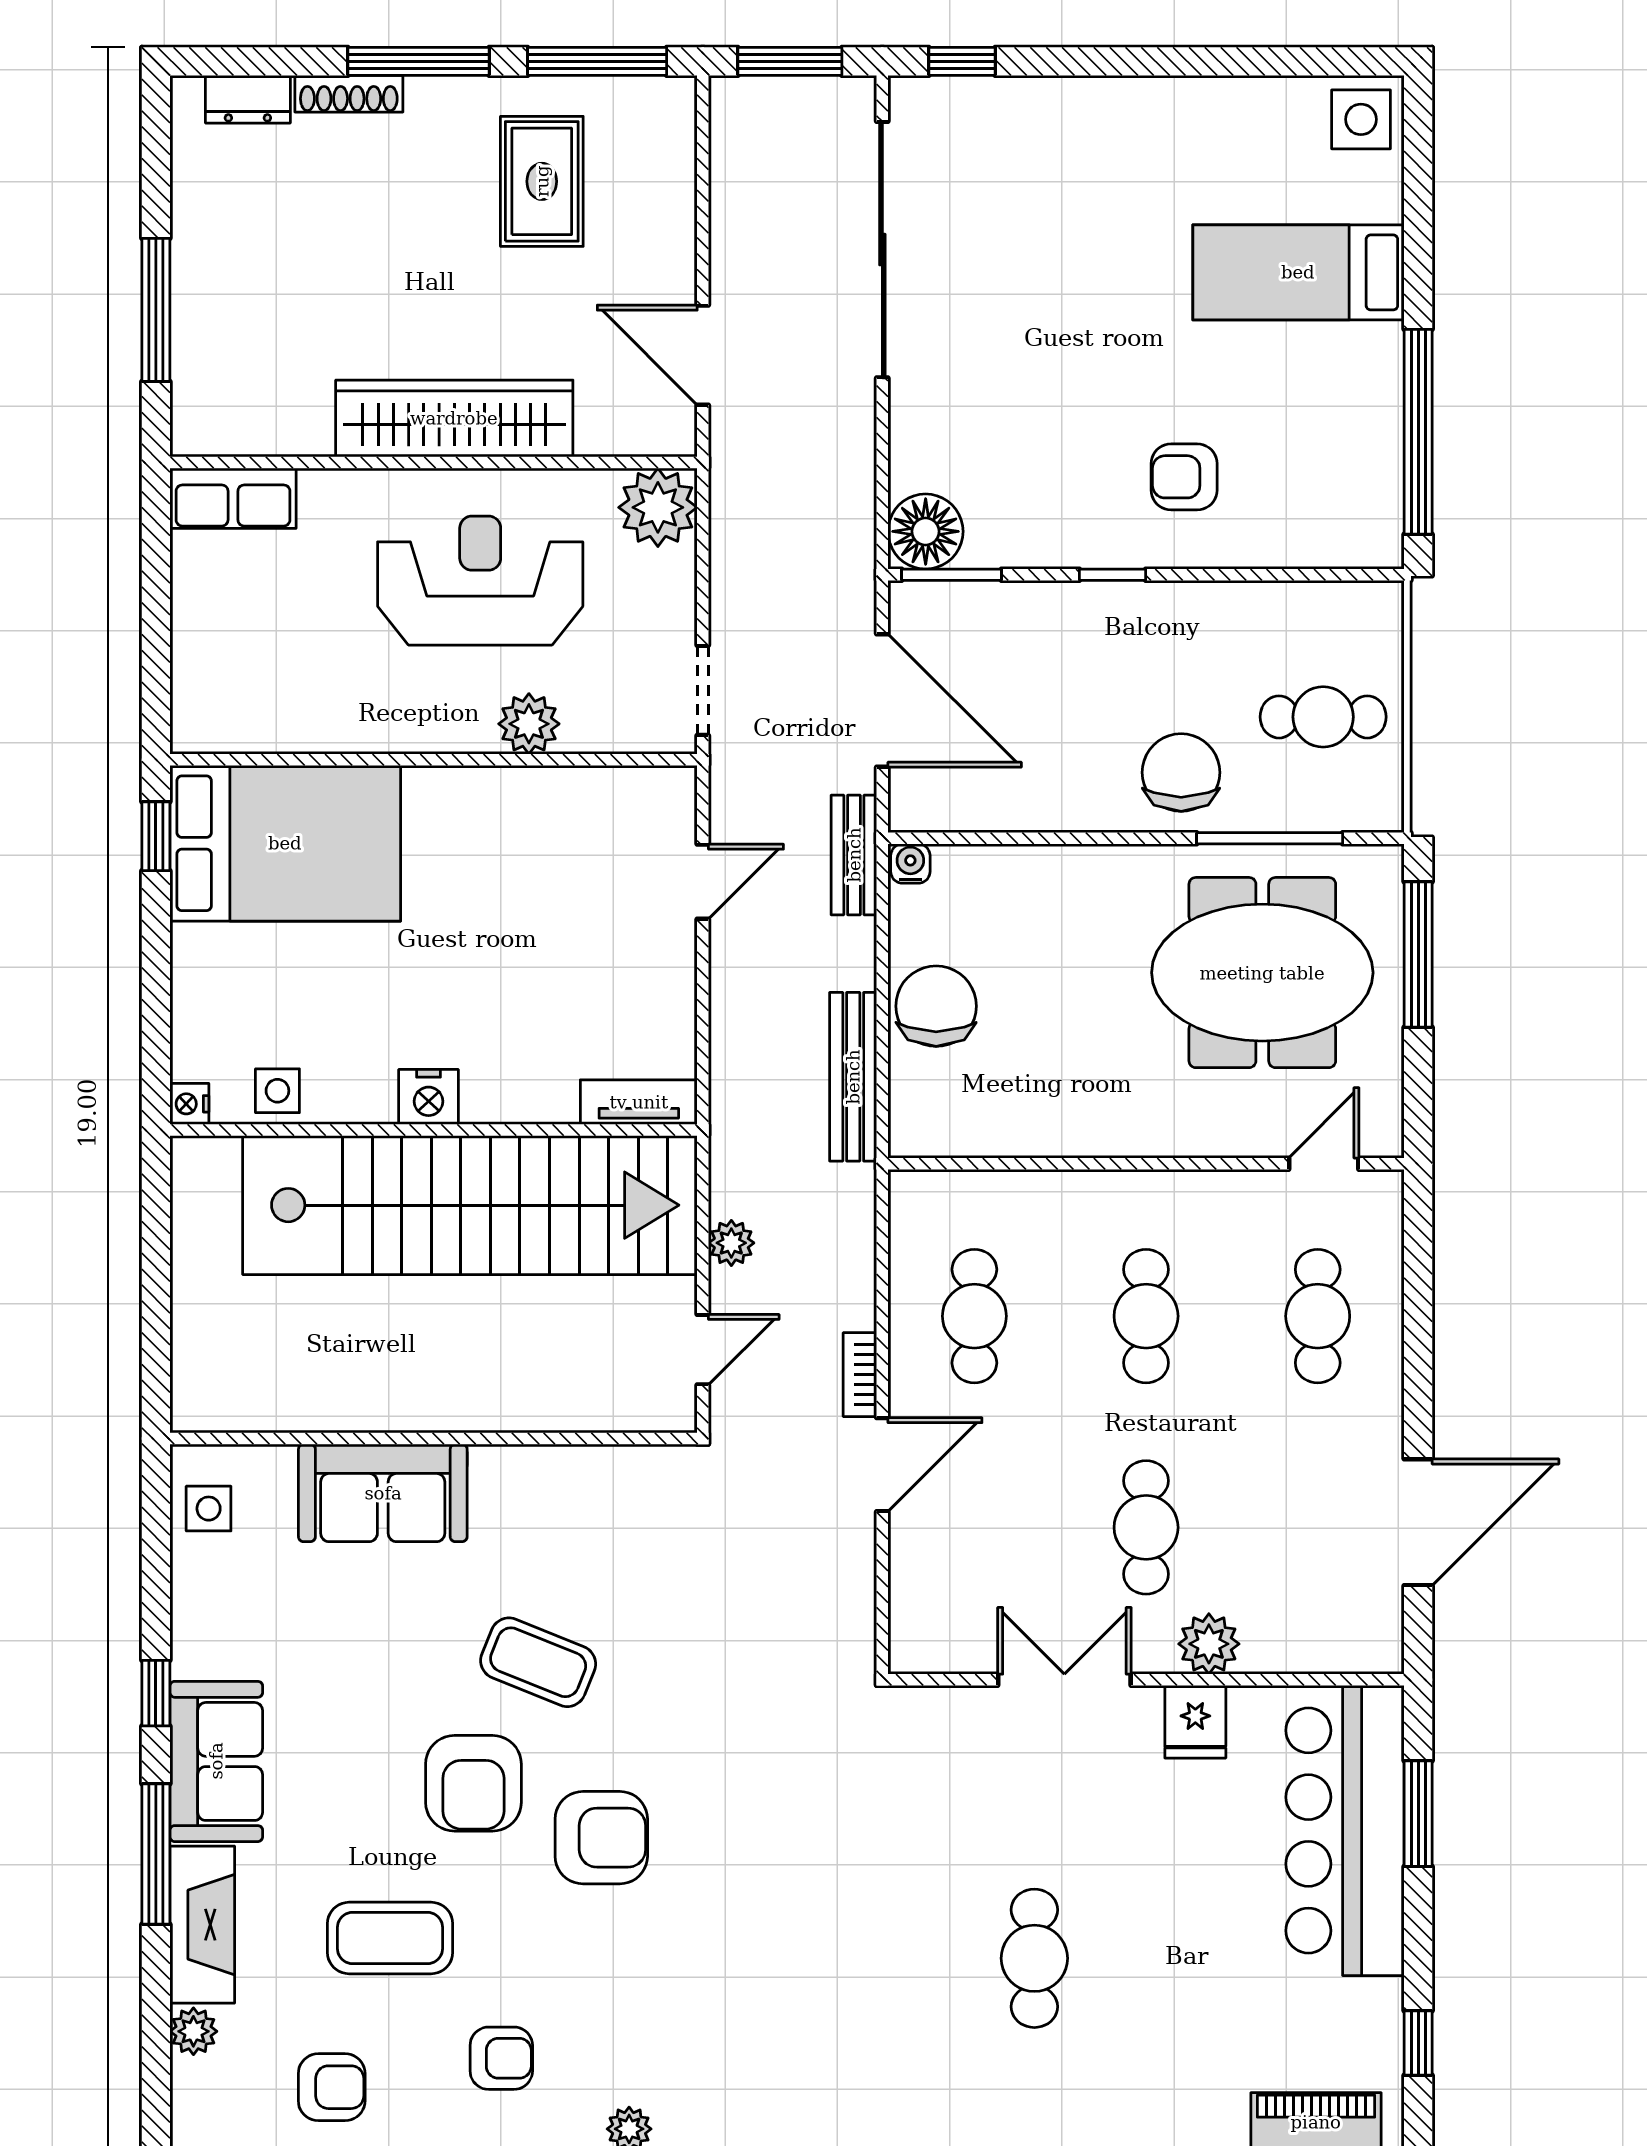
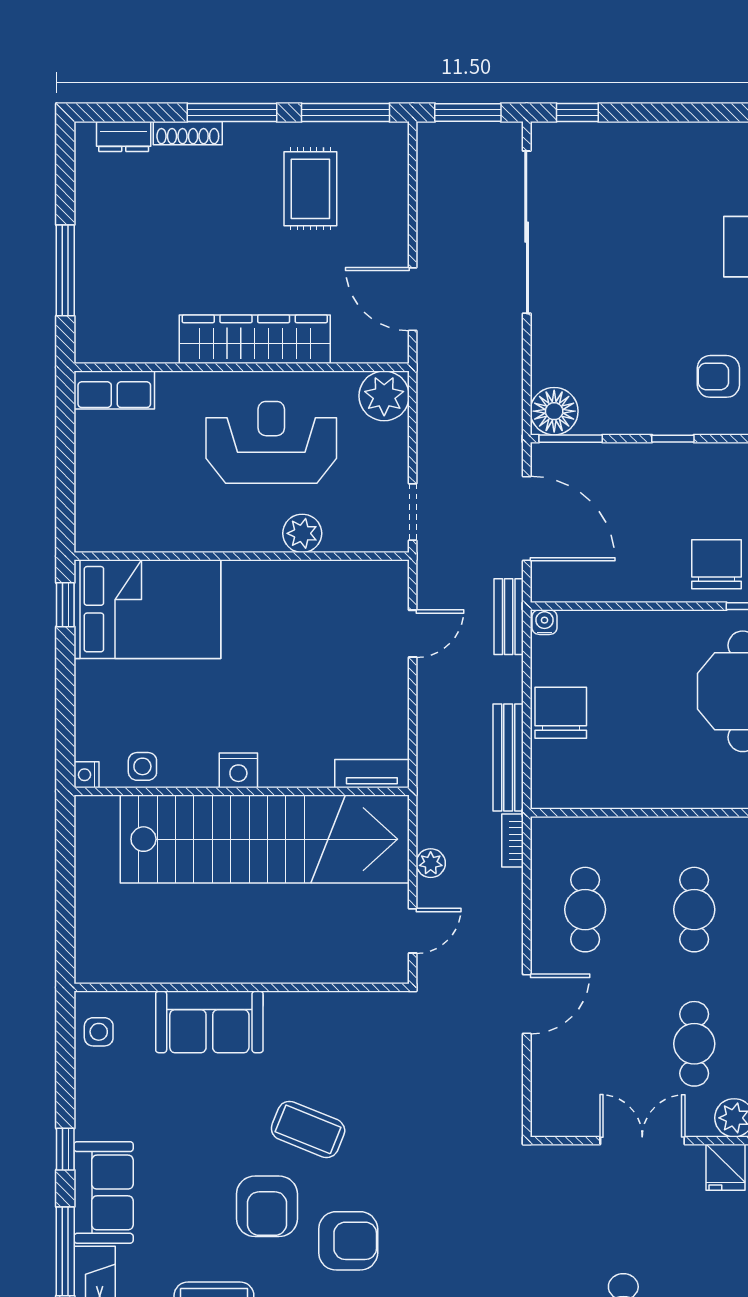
bookcase: (860, 1375) -> (512, 841), moved

